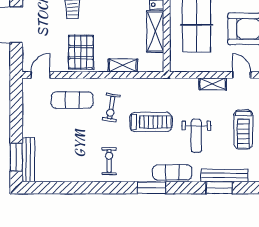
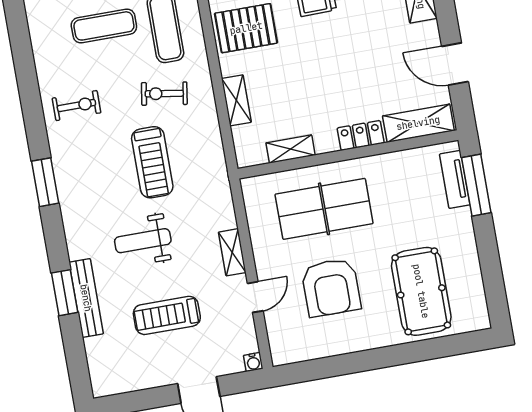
shelving: (155, 31) -> (291, 149), width x0.67, depth x0.75
exercise mat: (172, 172) -> (104, 26), moved, turned 90

